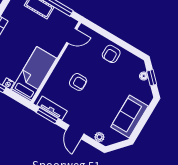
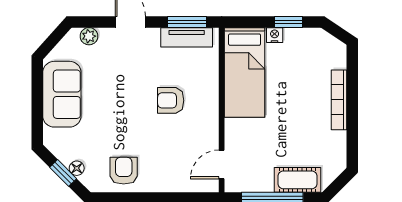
armchair: (111, 54) -> (124, 171), moved

